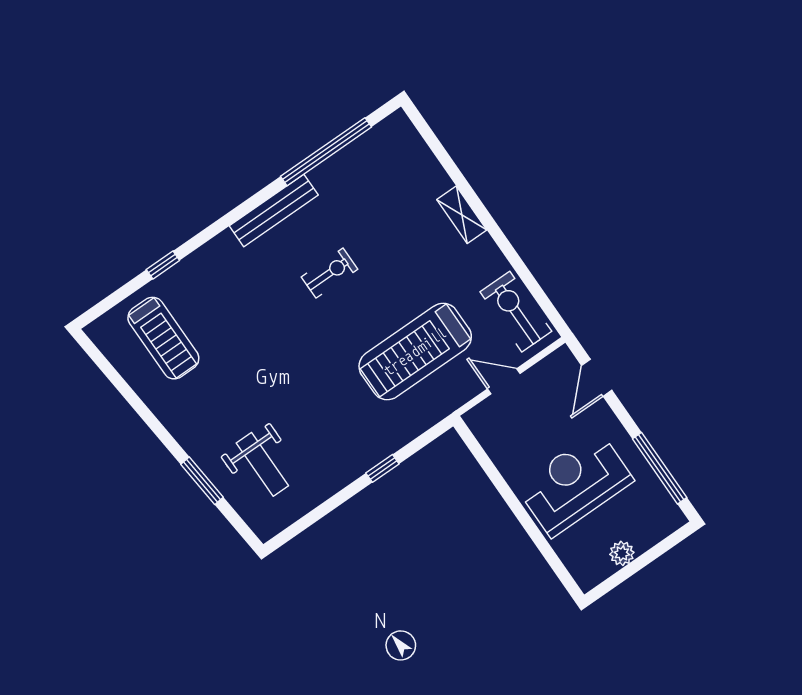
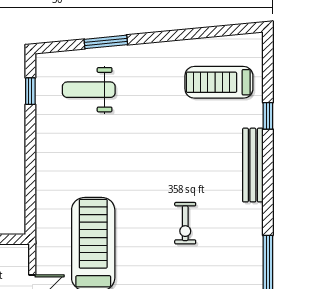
bench: (274, 210) -> (253, 165), moved
window: (382, 468) -> (30, 91), moved

